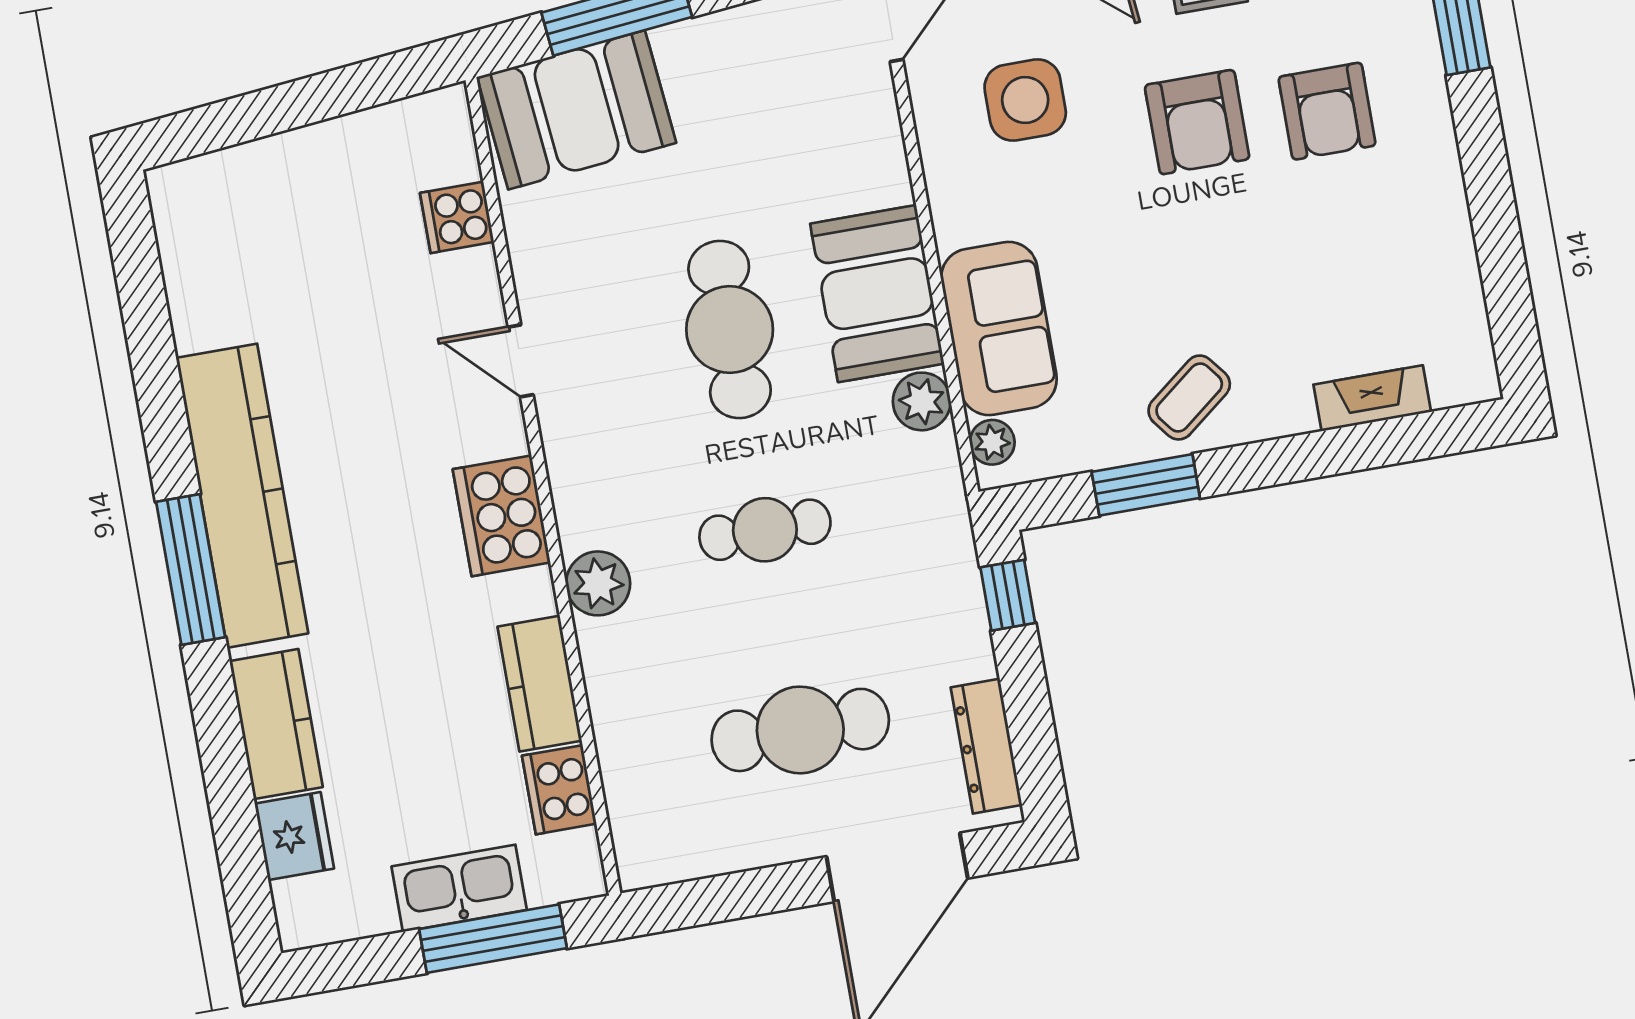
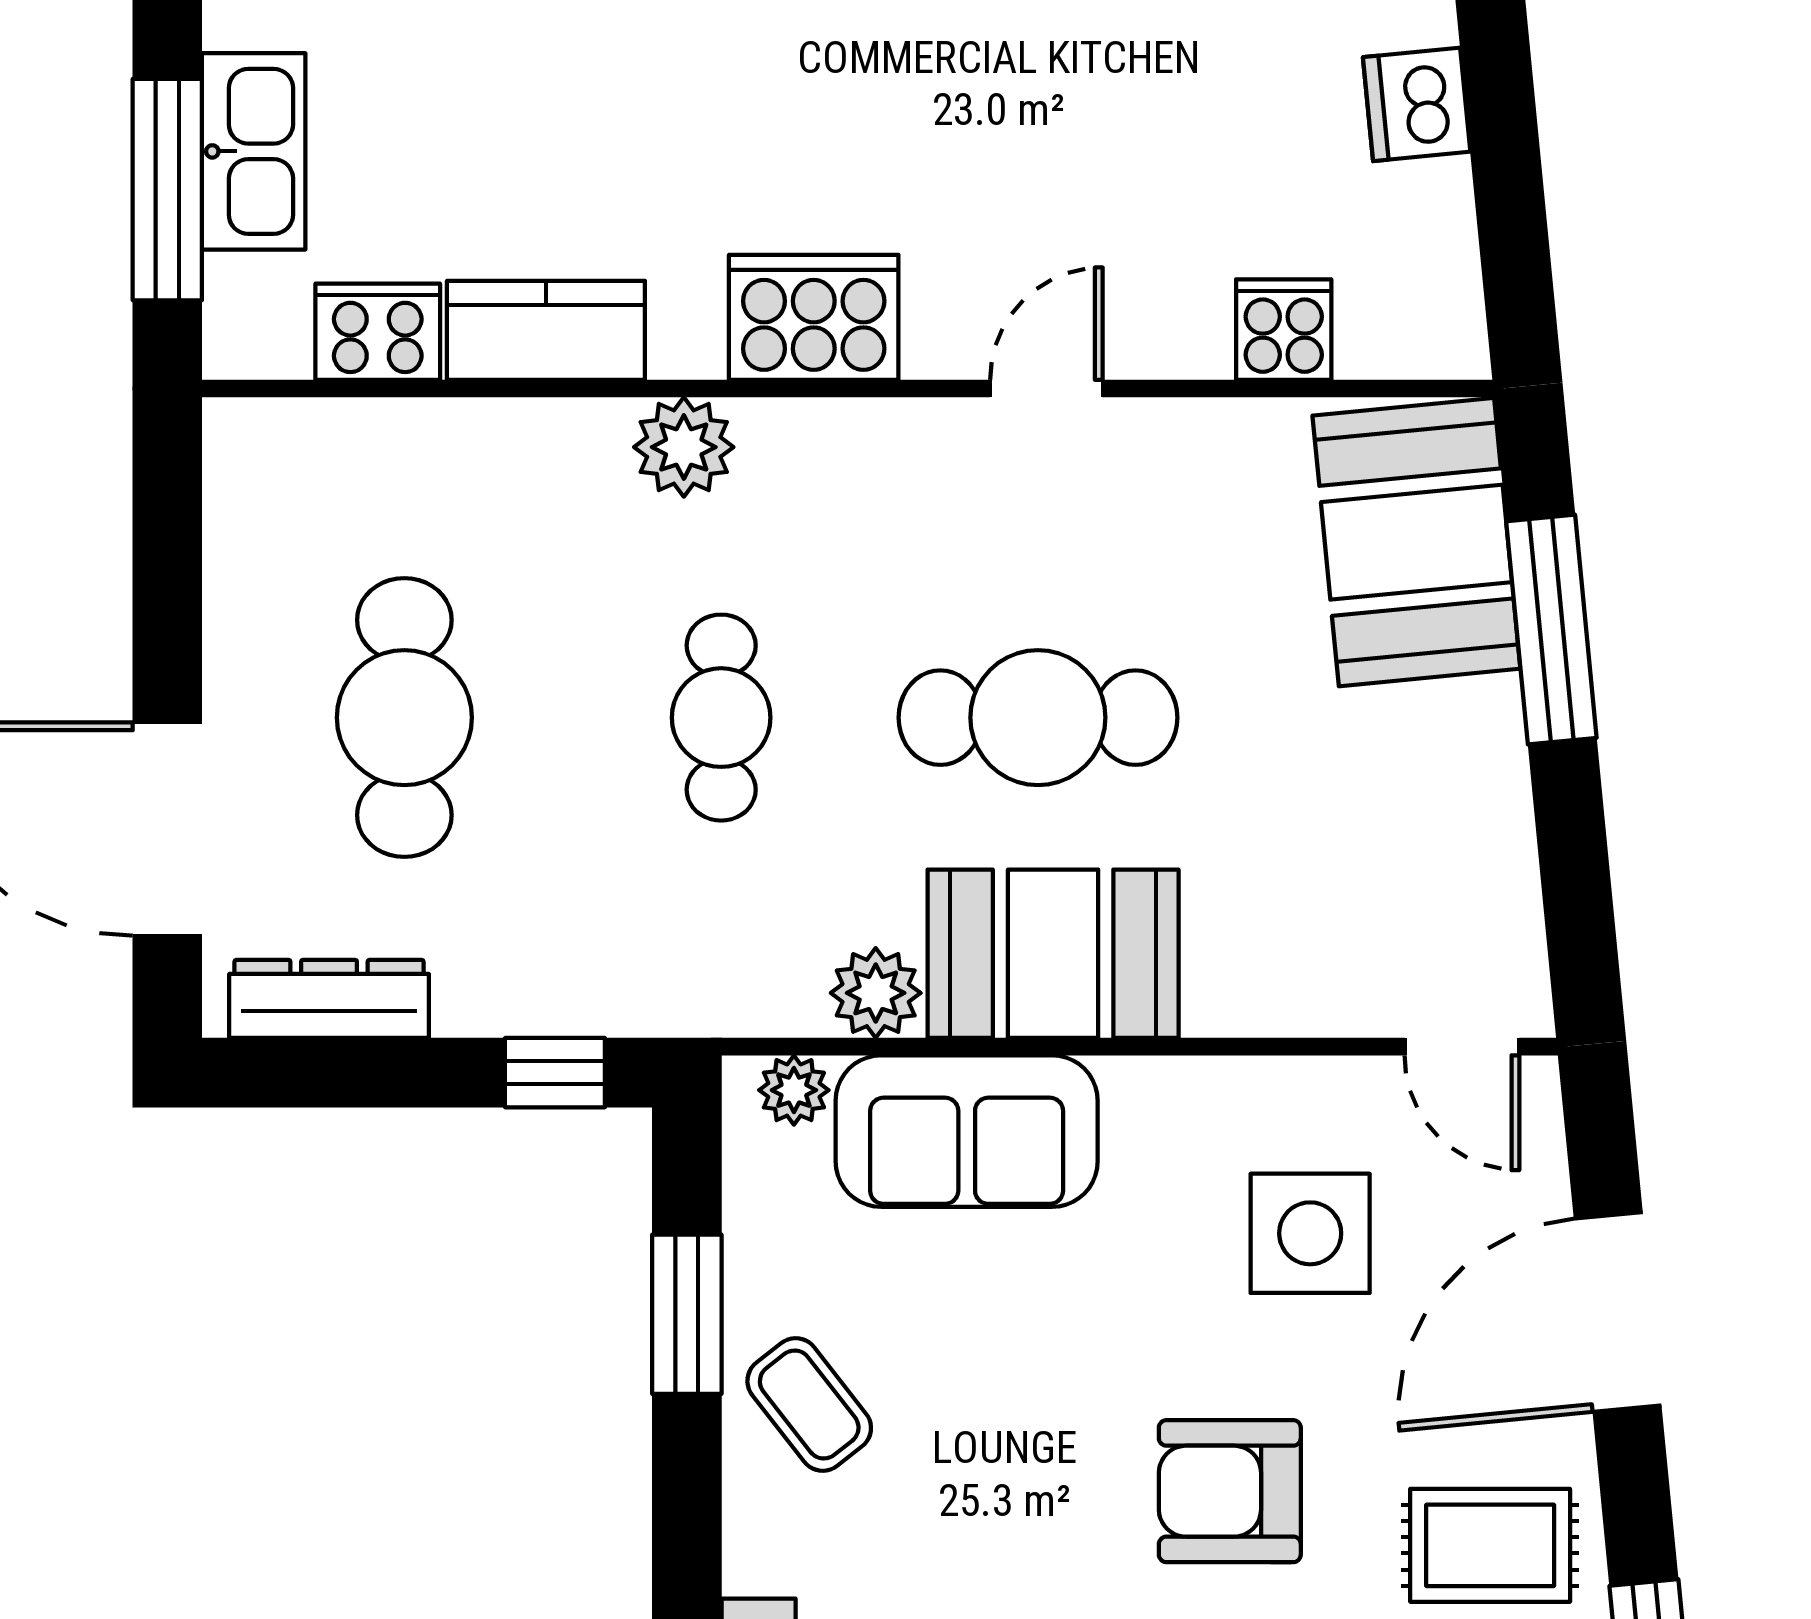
dishwasher: (300, 159) -> (1417, 104), added

